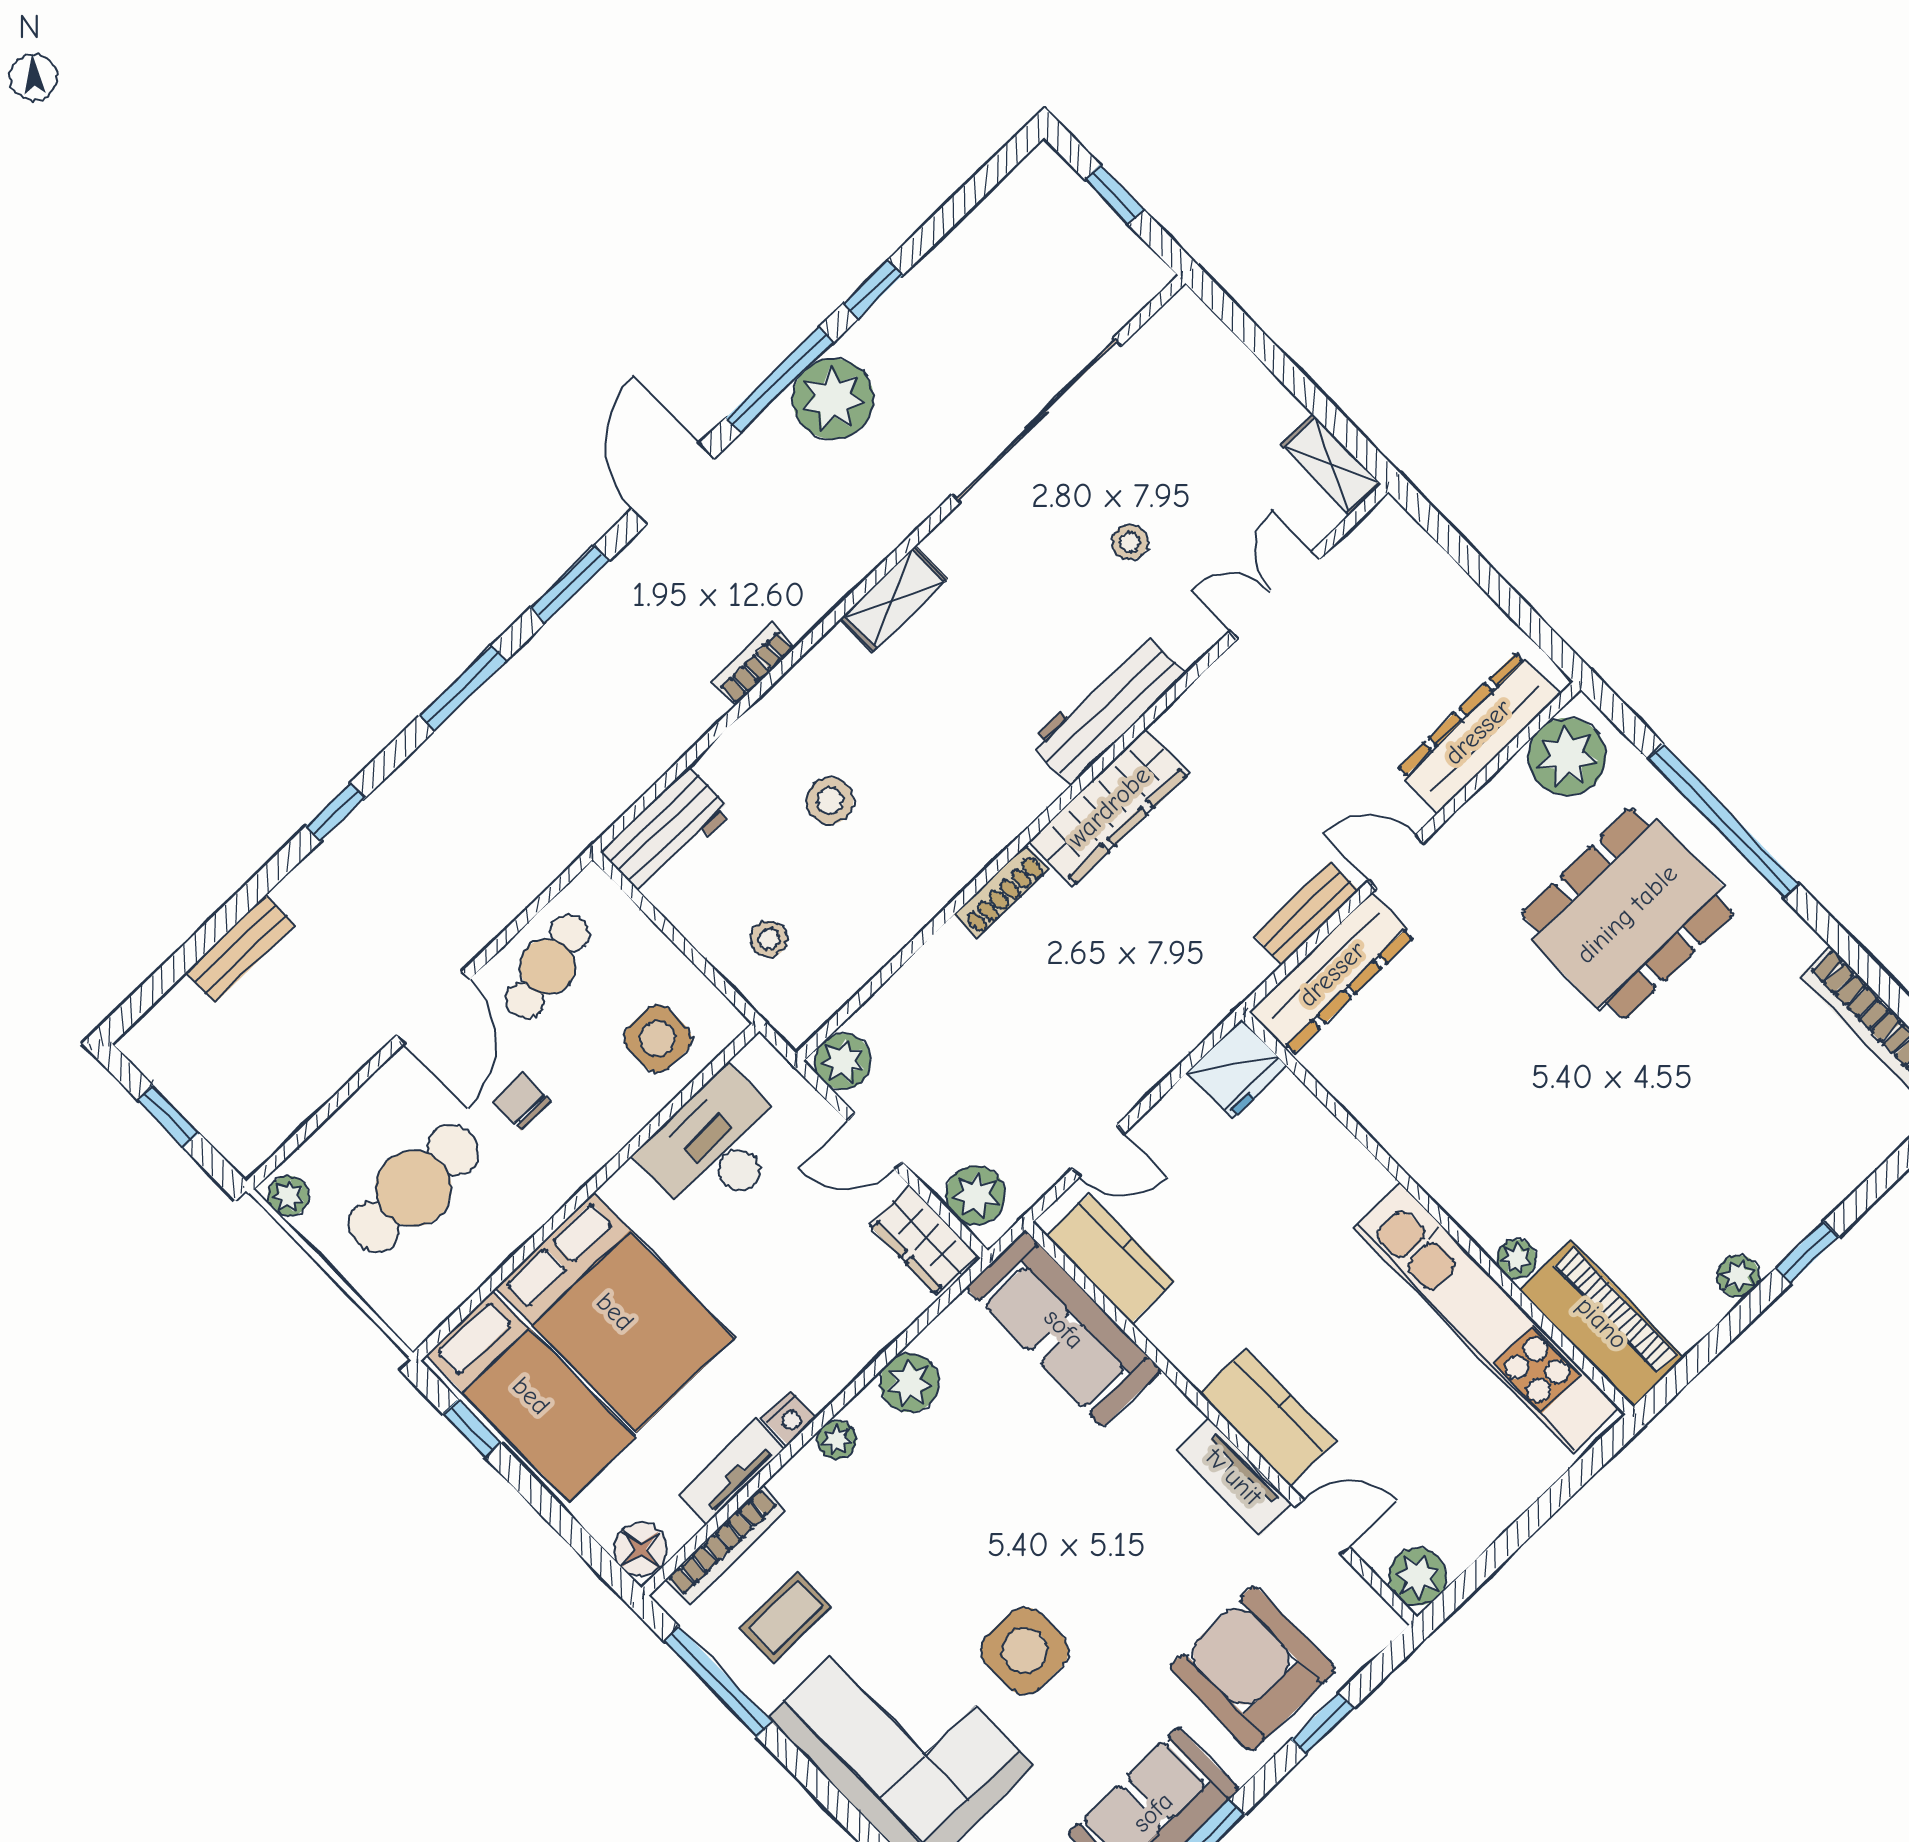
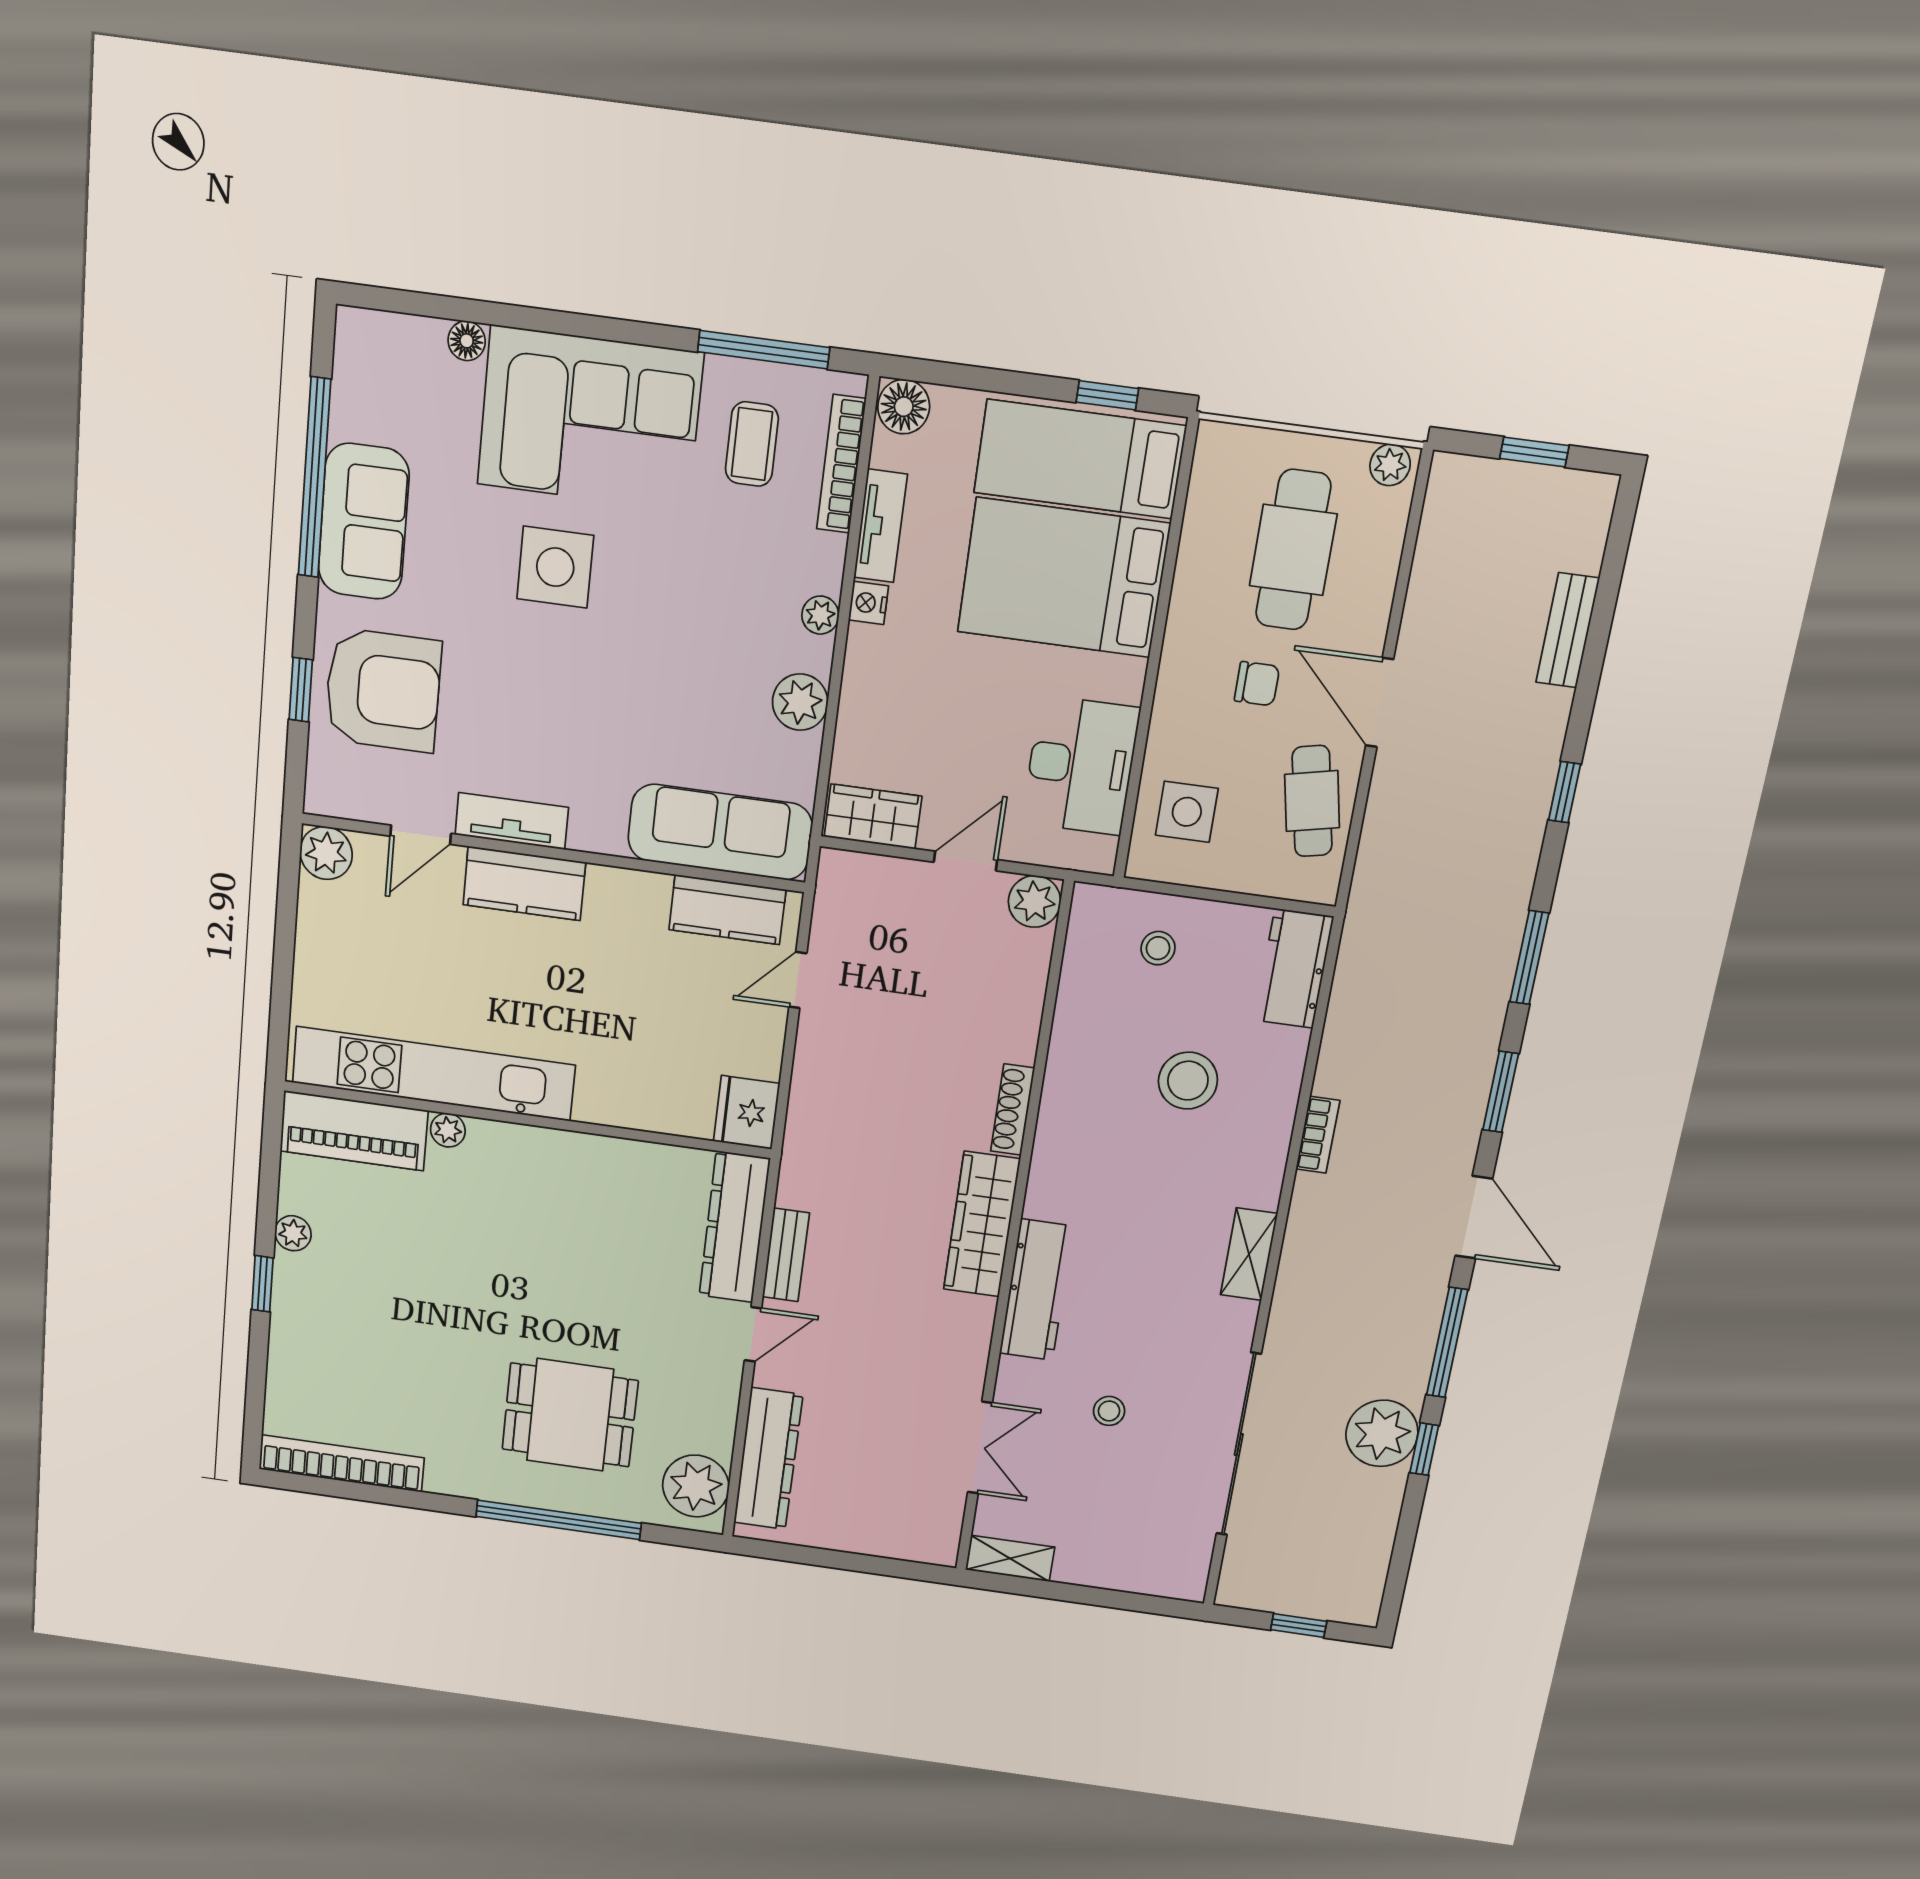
plant: (833, 399) -> (1382, 1433), moved
stool: (830, 801) -> (1188, 1081), width x1.38, depth x1.38
dining table: (1627, 914) -> (570, 1415), width x0.73
plant: (975, 1195) -> (861, 879), removed

